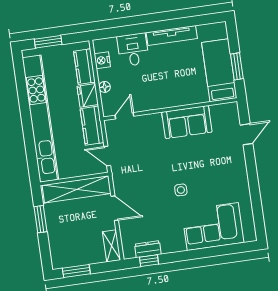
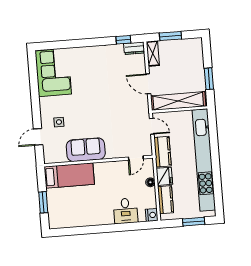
tv unit: (172, 35) -> (94, 220), removed
nightstand: (102, 60) -> (152, 215), moved
window: (237, 66) -> (43, 202), moved
bed: (219, 70) -> (69, 175), moved, turned -90
side table: (181, 190) -> (59, 122), moved
corner sofa: (213, 226) -> (53, 72), moved, turned -90
dresser: (148, 249) -> (134, 48), moved
window: (76, 271) -> (170, 36), moved

